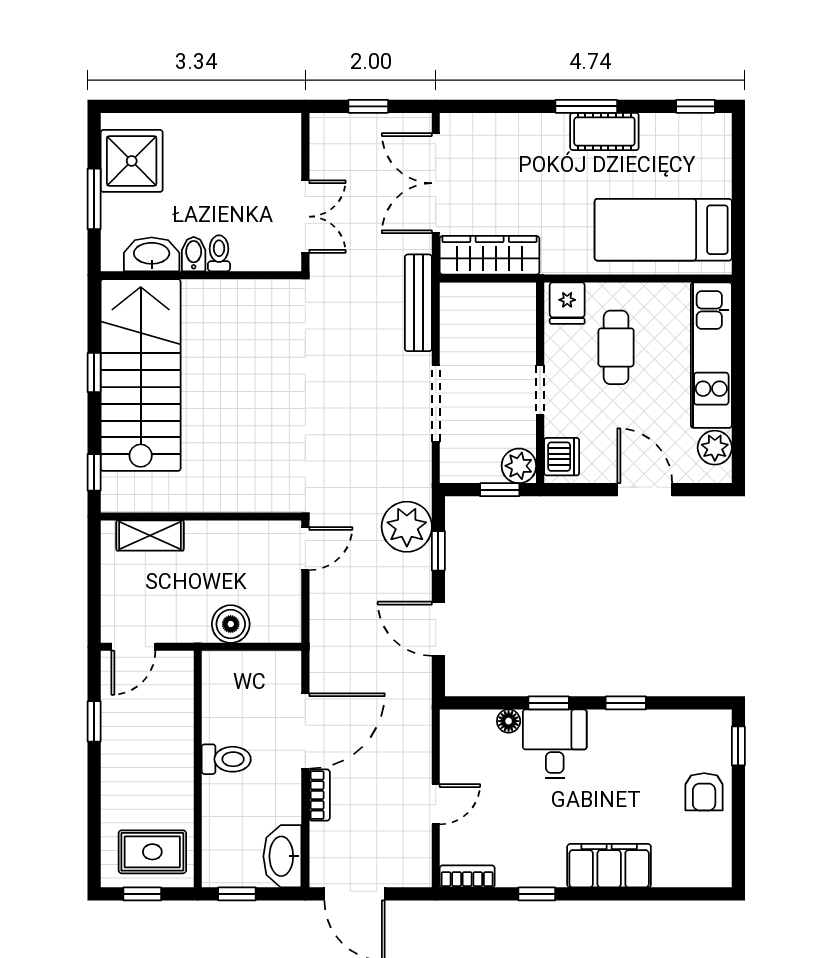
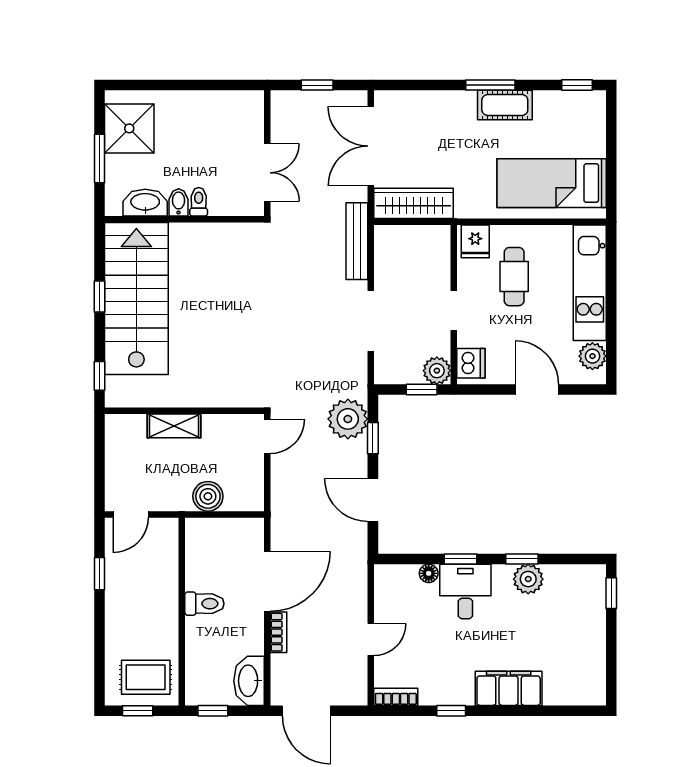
shelving: (150, 535) -> (174, 426), moved
plant: (634, 728) -> (528, 579), added
armchair: (704, 792) -> (584, 630), removed

